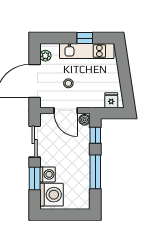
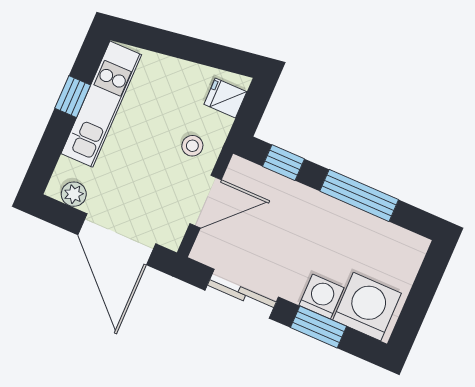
stool: (68, 83) -> (192, 146), moved
boiler: (85, 120) -> (242, 171), removed

